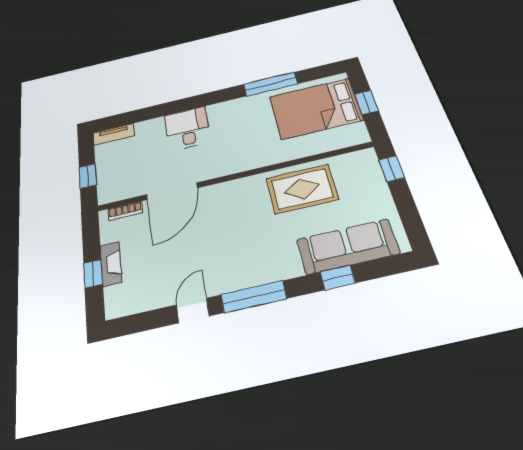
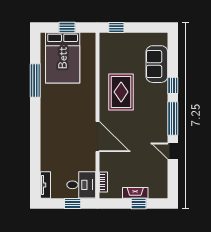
desk: (187, 129) -> (81, 185), moved, turned 180
rug: (302, 189) -> (121, 92), moved
door: (172, 191) -> (98, 137), moved
sofa: (348, 246) -> (157, 64), width x0.73
window: (338, 278) -> (173, 85), moved

